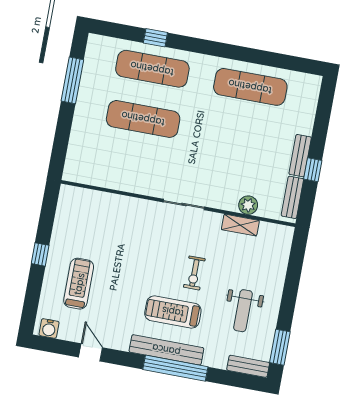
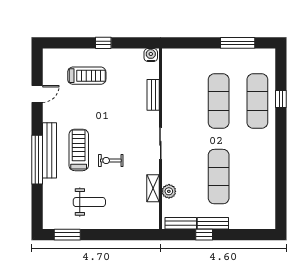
exercise mat: (250, 87) -> (219, 177), moved
weight bench: (243, 311) -> (89, 202), turned 180
water cooler: (49, 328) -> (151, 55), moved, turned 90
bench: (248, 366) -> (153, 95), moved

